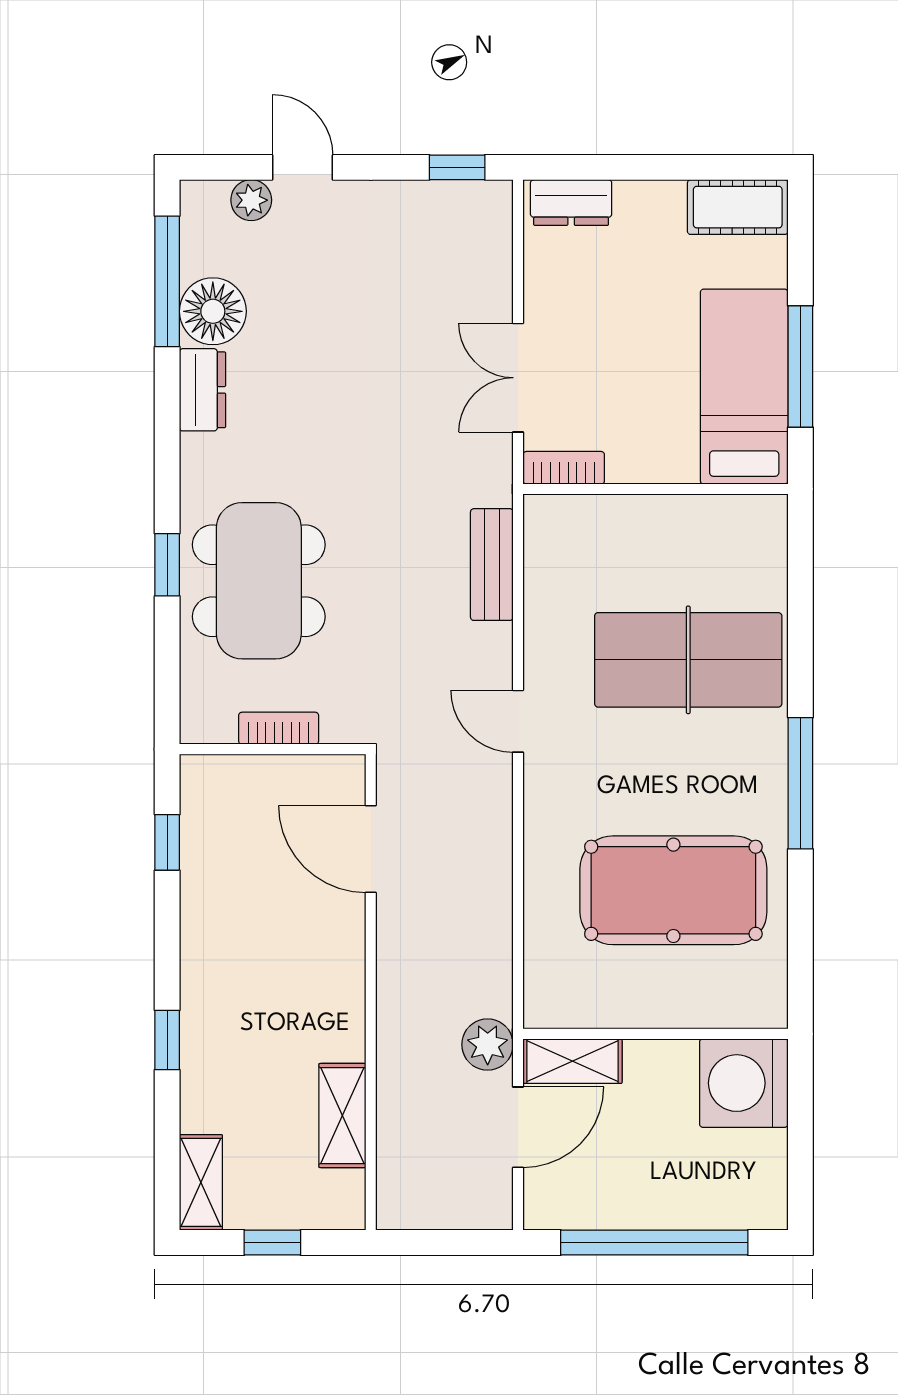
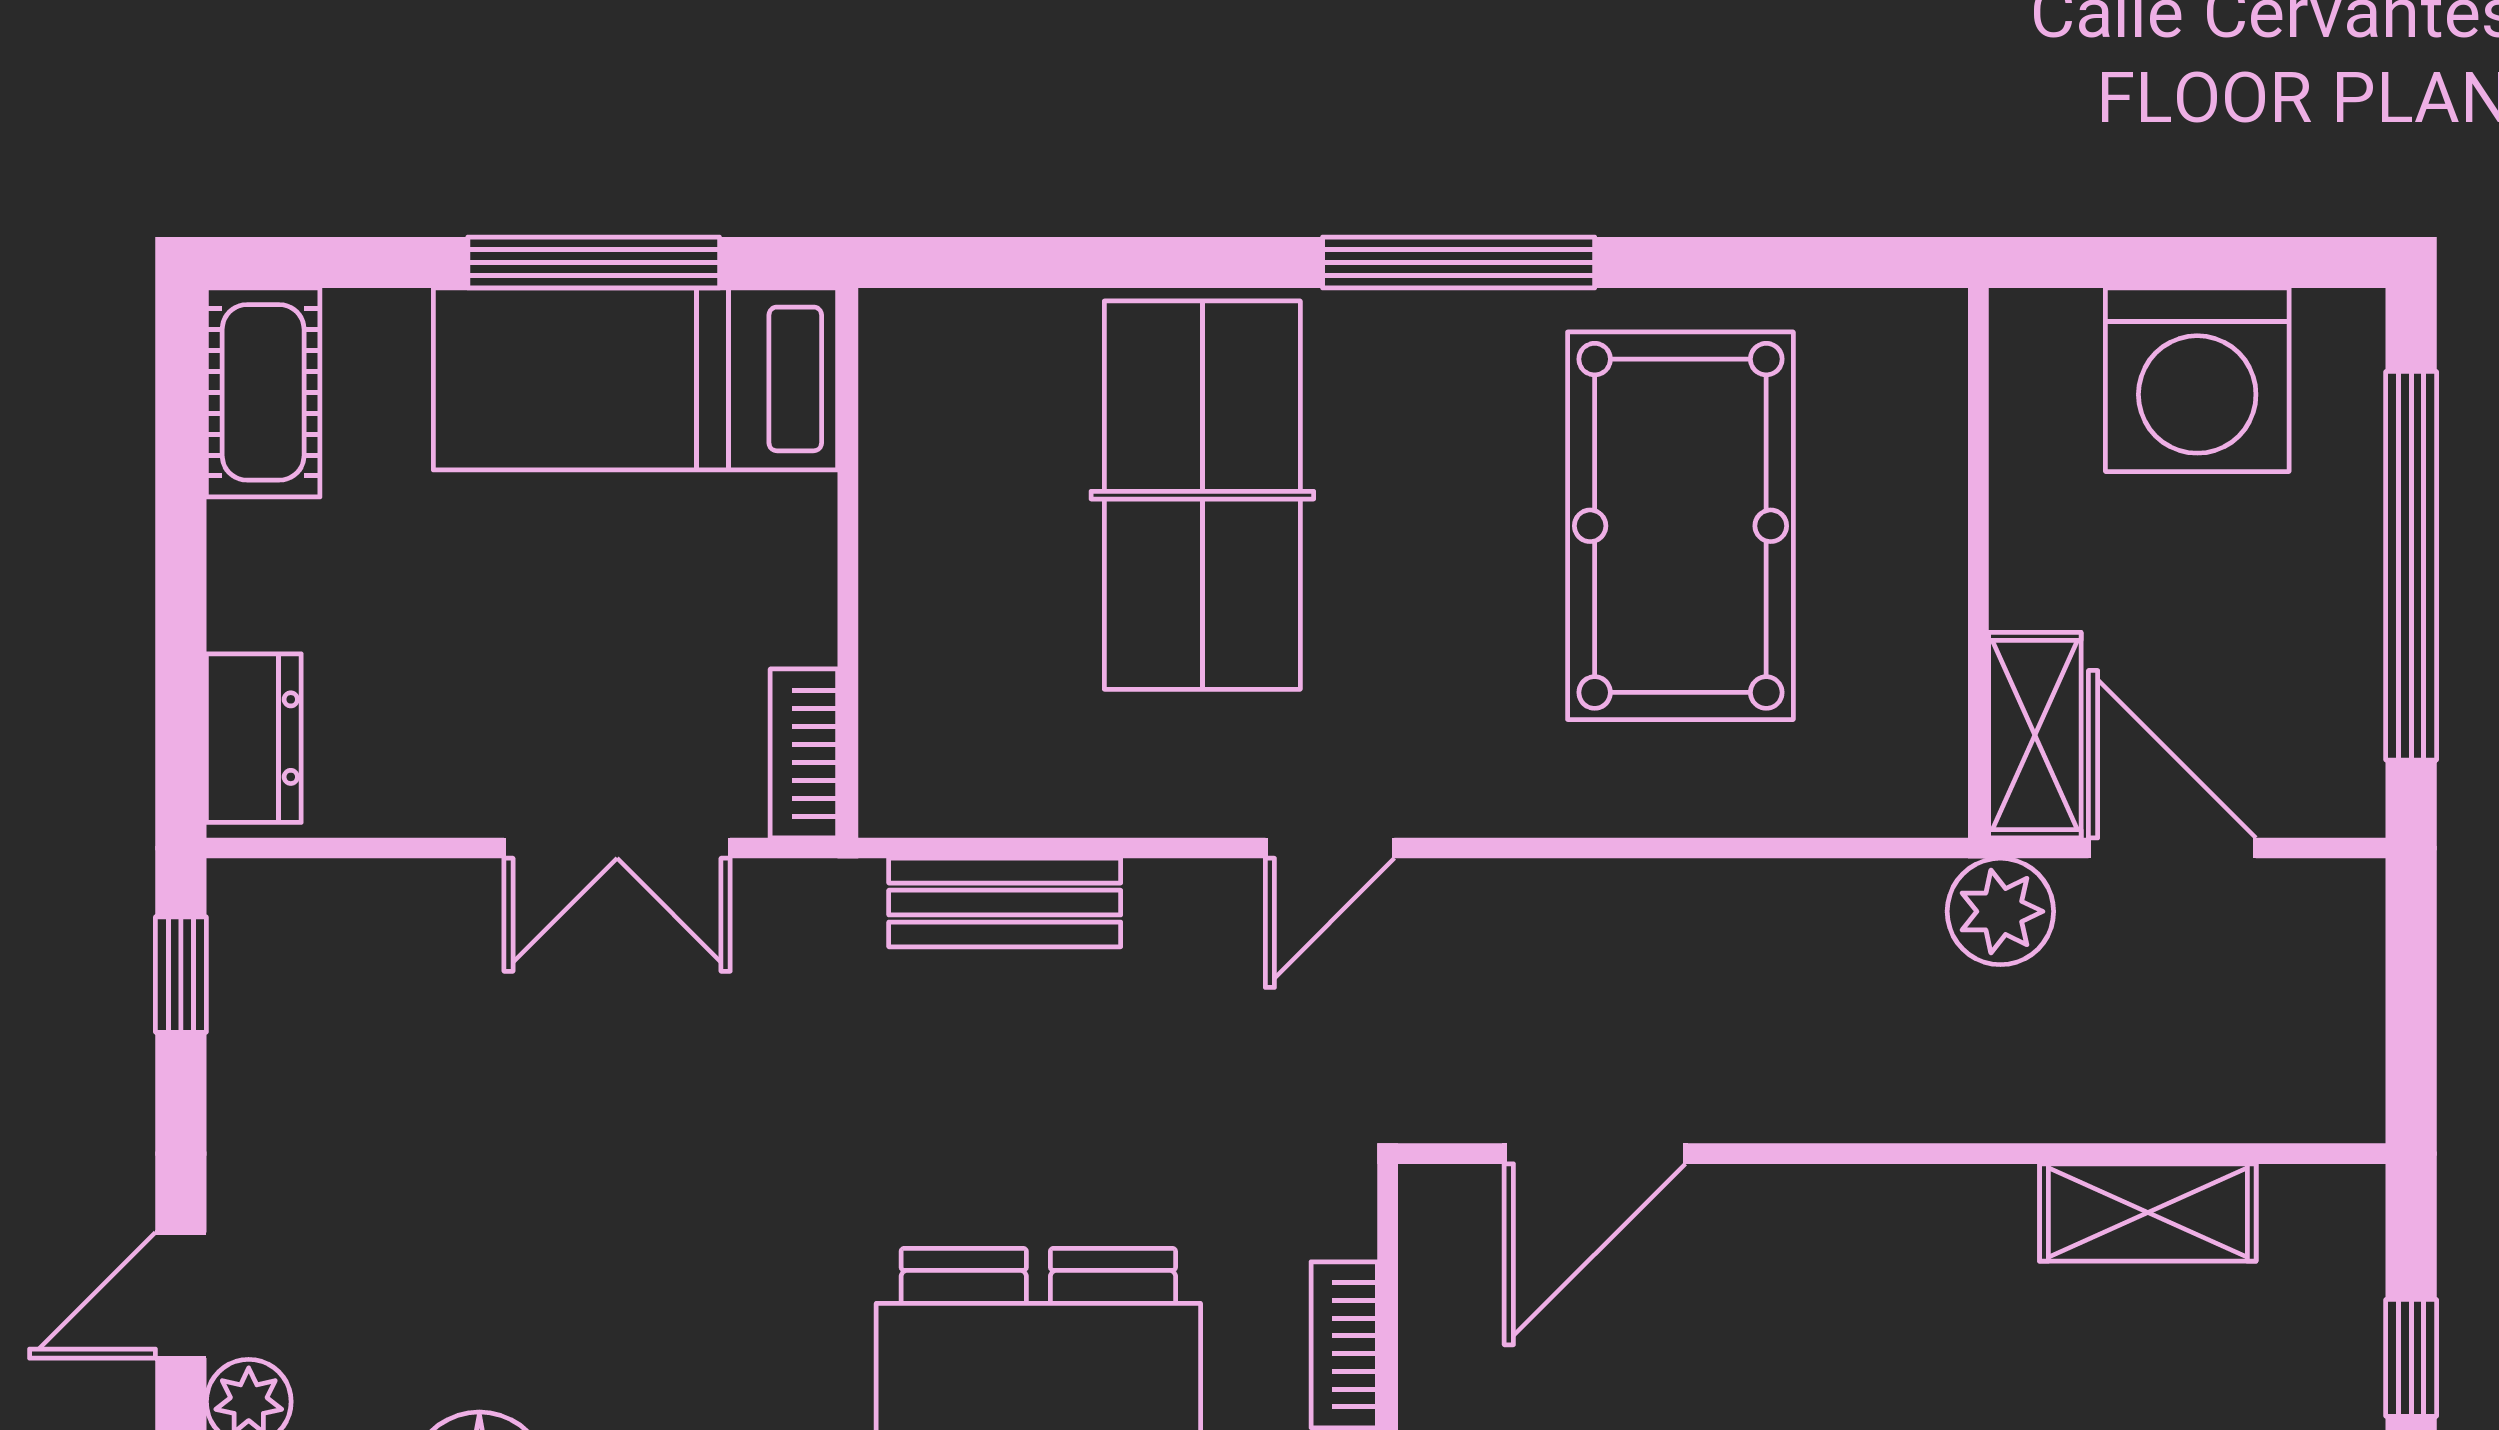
washing machine: (744, 1083) -> (2197, 380), moved

